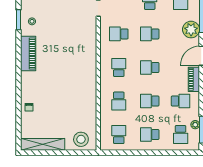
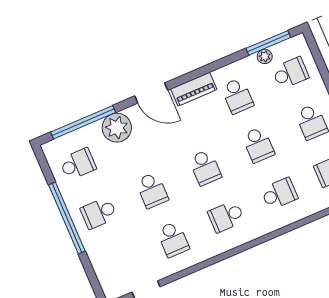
school desk: (181, 101) -> (237, 96), turned 180

